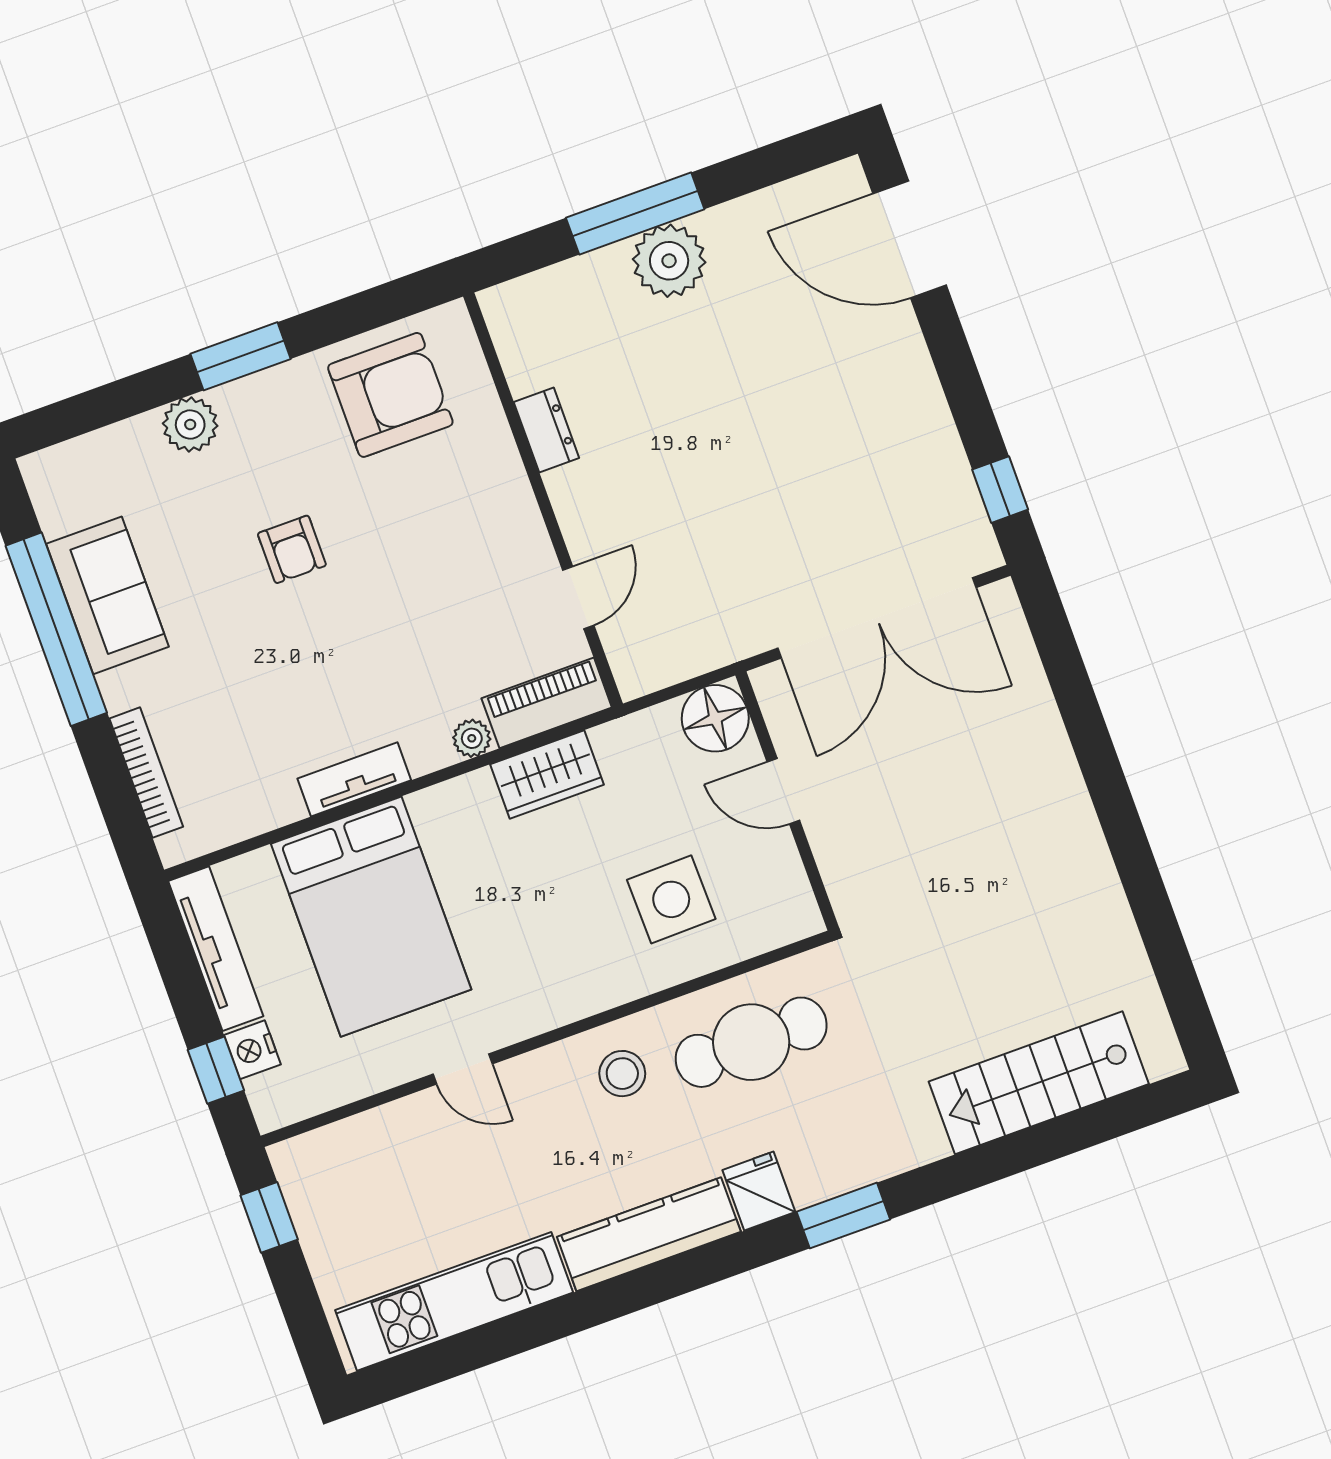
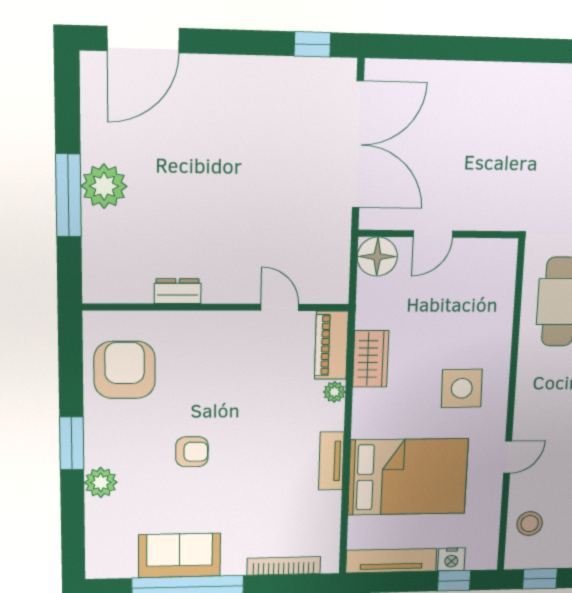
side table: (671, 899) -> (462, 388), moved
stool: (622, 1074) -> (530, 524), moved

